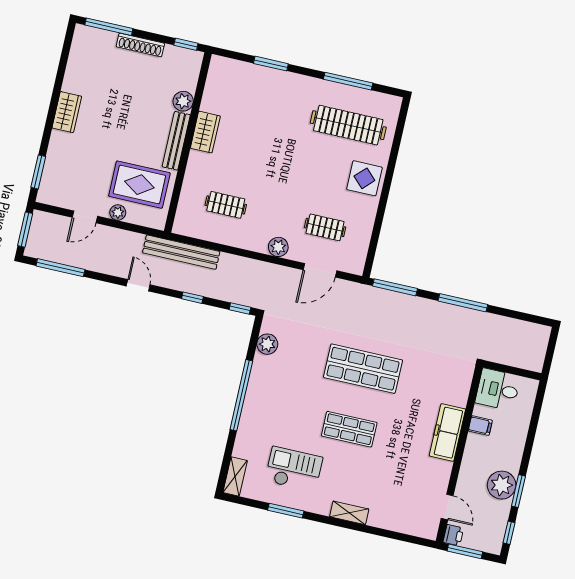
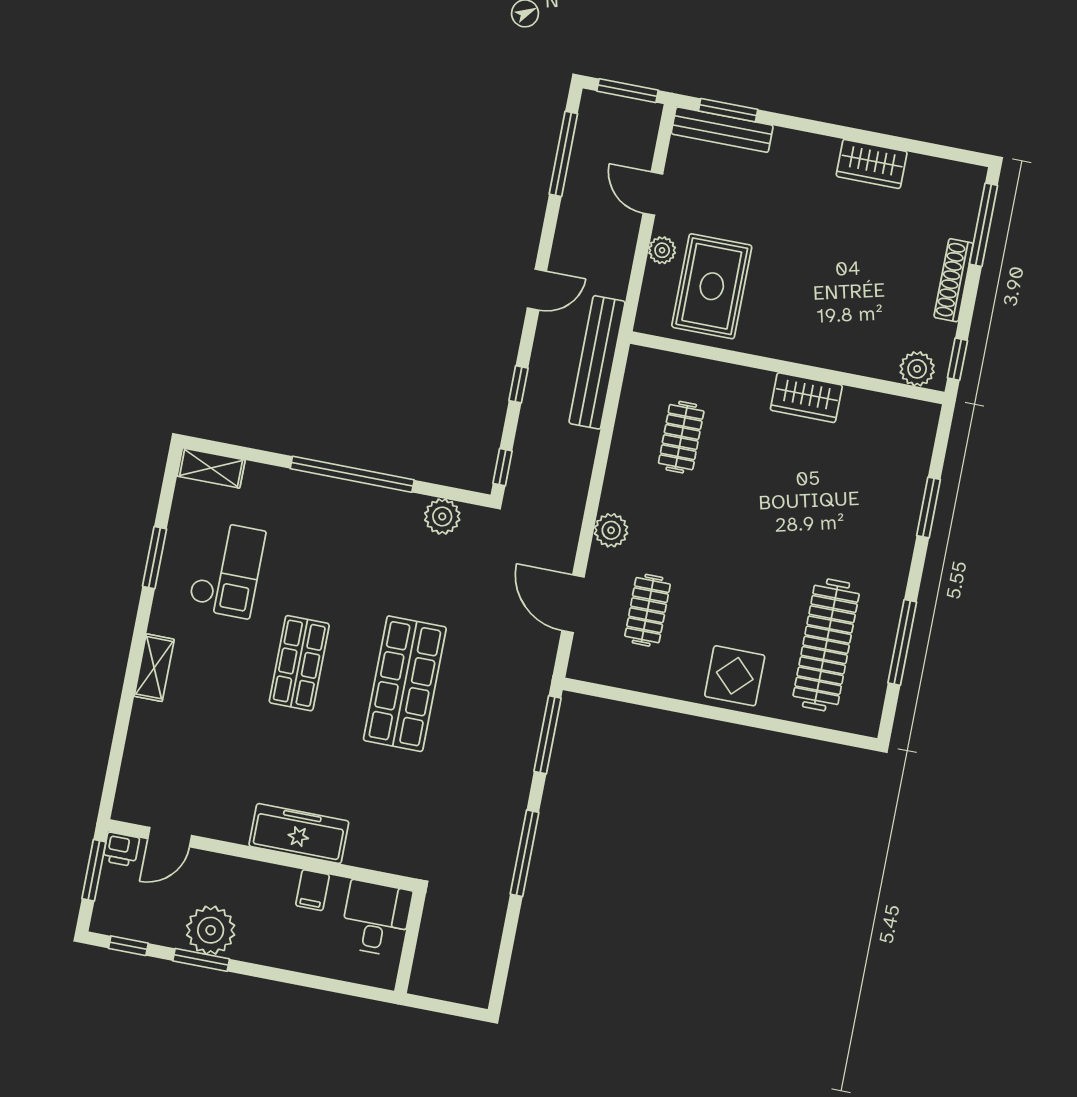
plant: (183, 101) -> (917, 369), moved
wardrobe: (67, 112) -> (872, 164), moved
bench: (176, 141) -> (722, 130), moved

